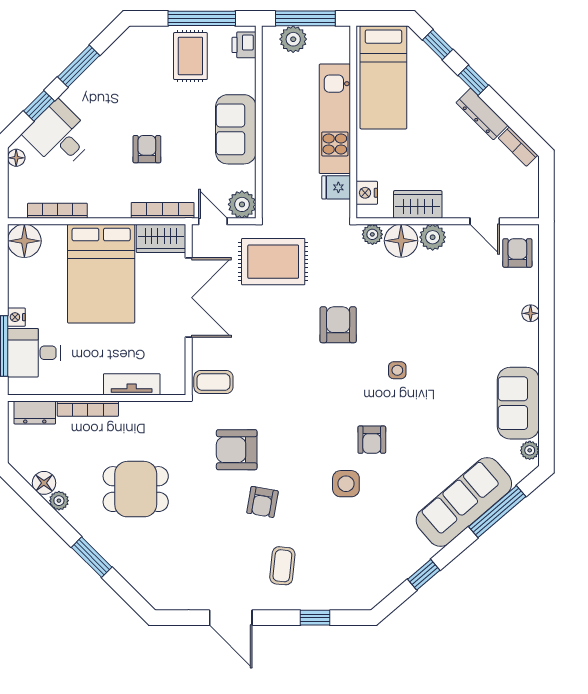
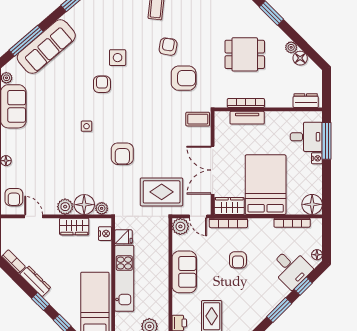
bookcase: (88, 409) -> (246, 103), moved

